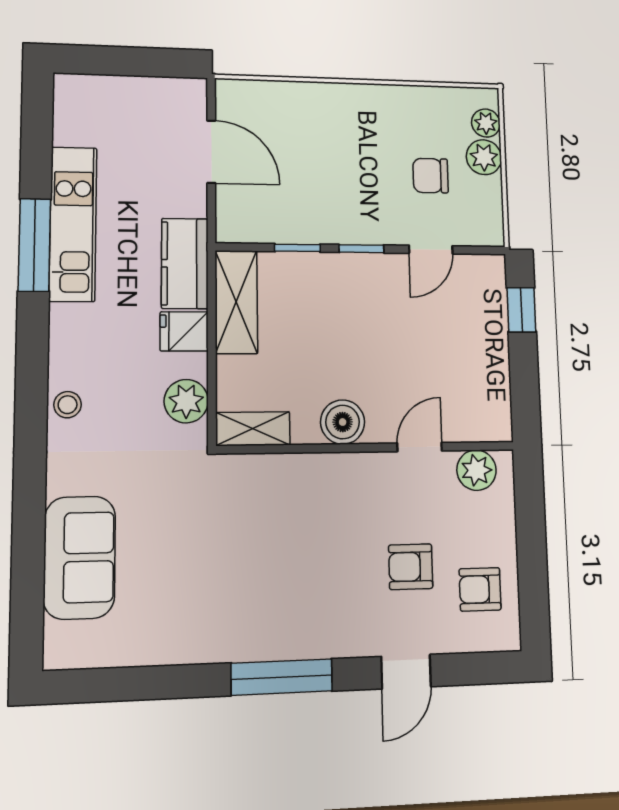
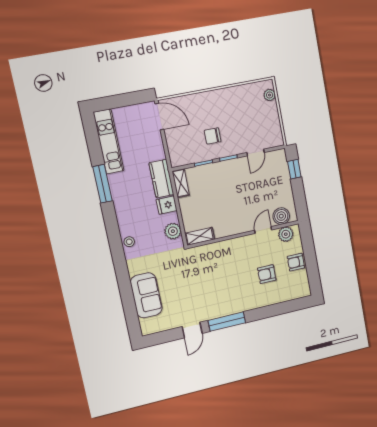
door: (211, 152) -> (159, 117), moved
plant: (484, 157) -> (271, 110), removed
chair: (431, 176) -> (213, 136), moved
kitchen unit: (73, 224) -> (109, 142), moved
shelving: (236, 302) -> (181, 183), width x0.67, depth x0.75
boiler: (343, 422) -> (281, 216), moved
armchair: (480, 589) -> (296, 262), moved
door: (406, 672) -> (192, 330), moved

